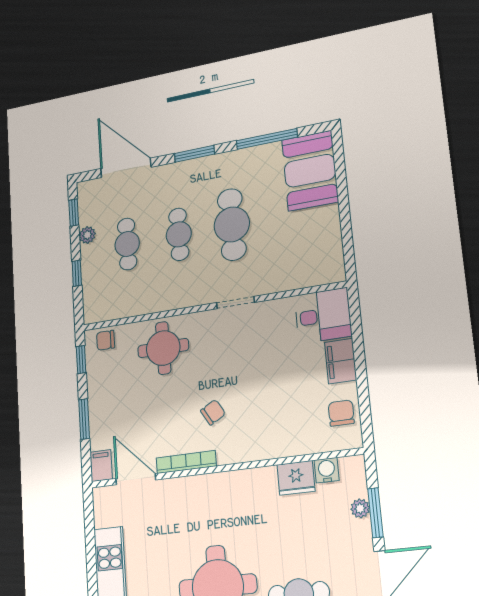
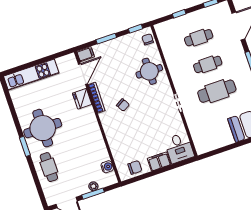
plant: (87, 235) -> (200, 14), removed
fridge: (296, 478) -> (82, 99), moved

